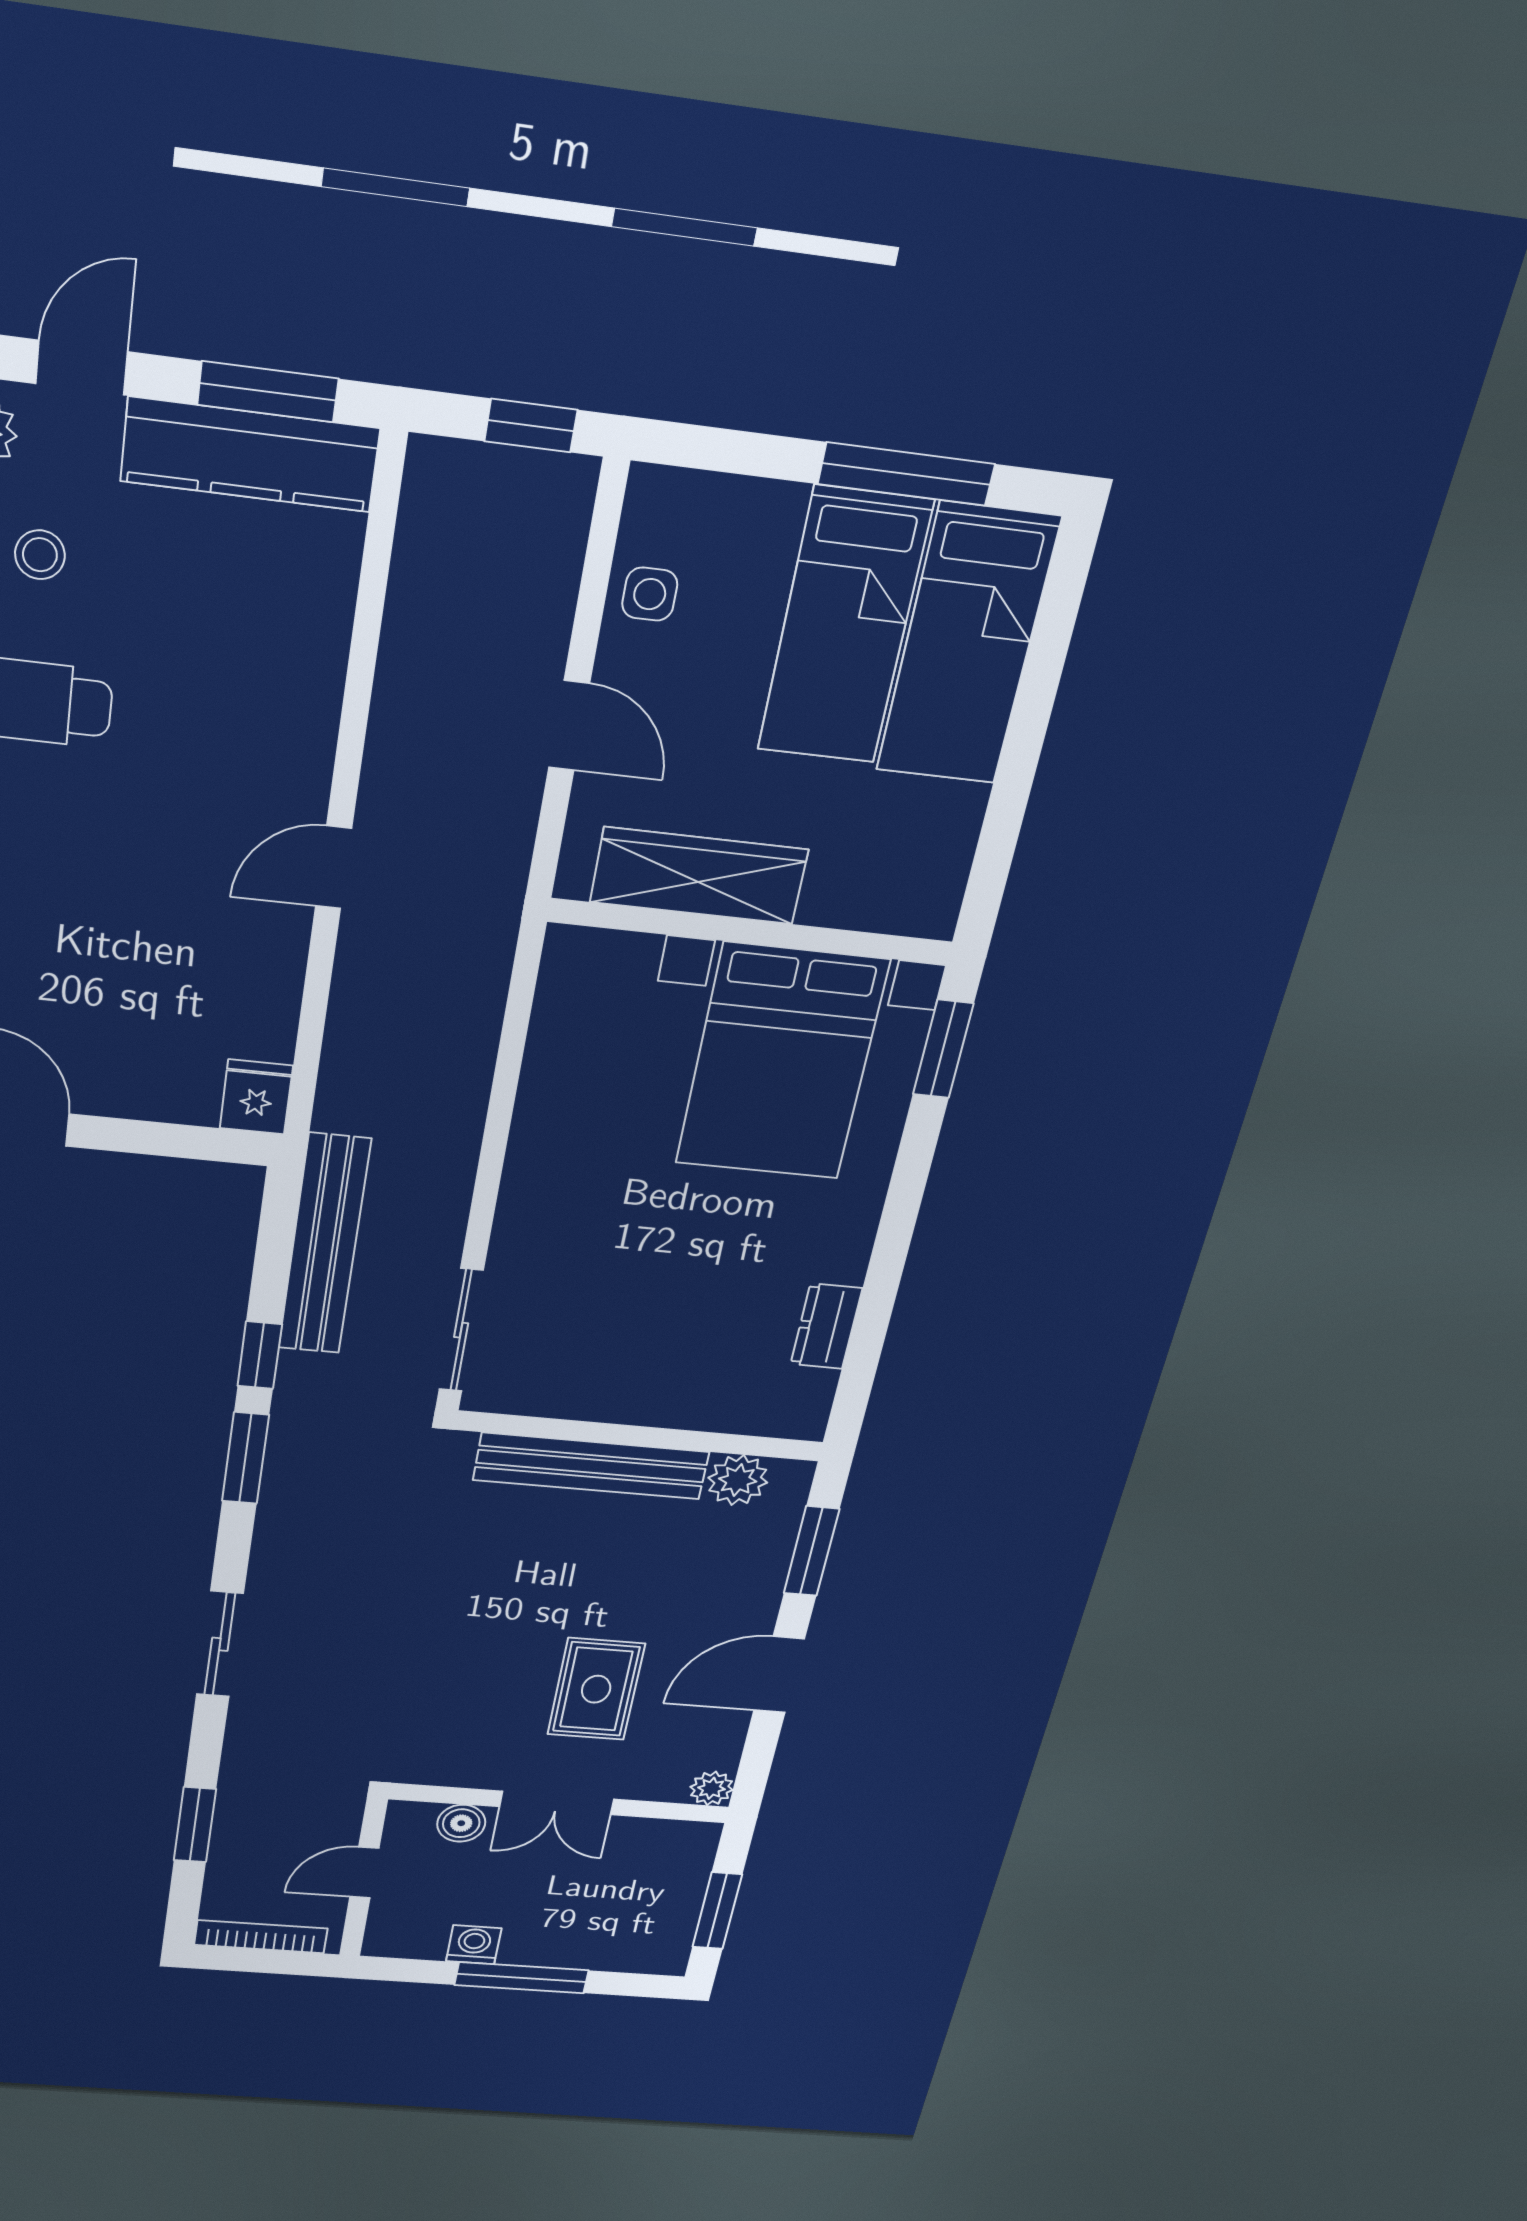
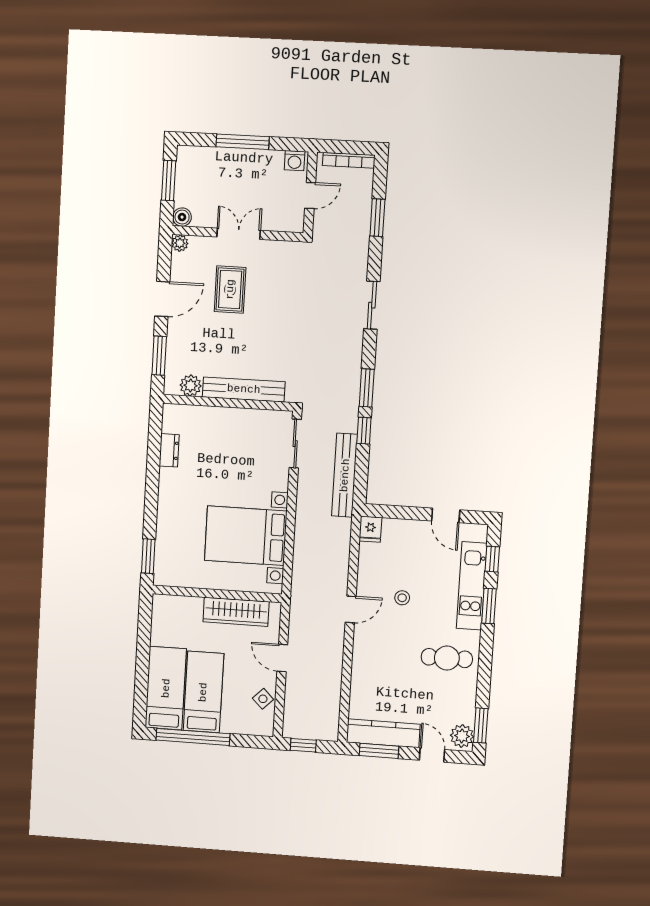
door: (82, 368) -> (432, 755), swing flipped
window: (906, 474) -> (193, 737), width x1.46
stool: (40, 555) -> (402, 598), moved
side table: (650, 594) -> (263, 699), turned 45
bed with nightstands: (781, 1063) -> (246, 536), moved, turned -90
boiler: (461, 1823) -> (182, 217), moved
washing machine: (474, 1945) -> (295, 161), moved

